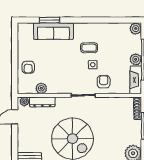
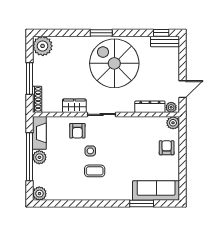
sofa: (53, 31) -> (156, 191), moved
plant: (41, 88) -> (173, 123), moved
wardrobe: (106, 103) -> (74, 106), added

